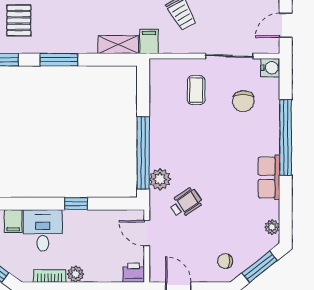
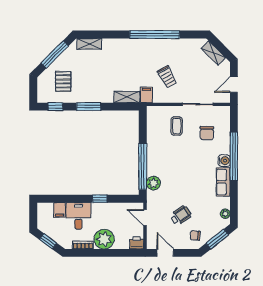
water cooler: (270, 68) -> (224, 161), moved
wheelchair: (186, 203) -> (181, 215), moved
plant: (76, 274) -> (104, 239), width x1.87, depth x1.87

